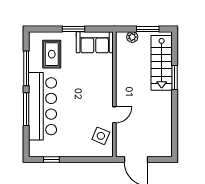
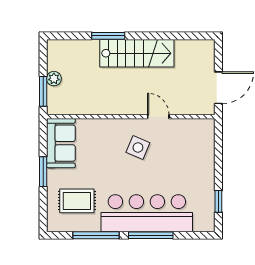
window: (148, 29) -> (43, 91), moved
plant: (132, 37) -> (54, 79), moved
stairs: (162, 63) -> (137, 53), moved
side table: (101, 136) -> (138, 148), moved

